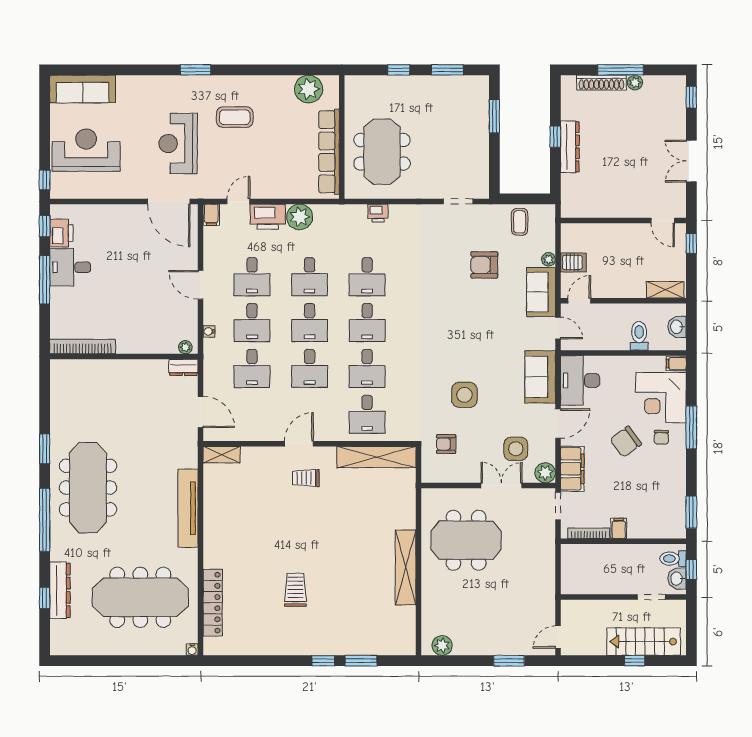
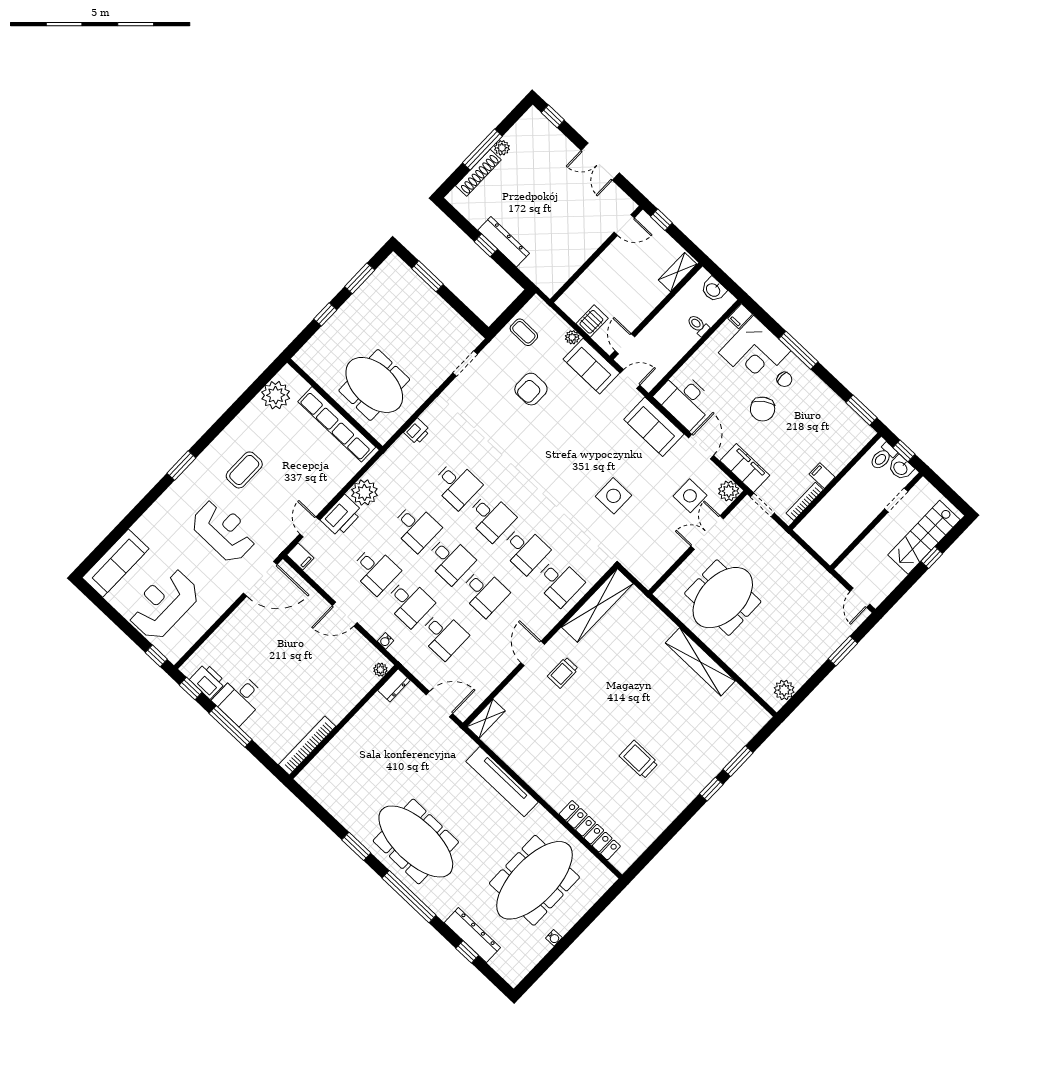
reception desk: (178, 143) -> (224, 531), turned 180
toilet: (639, 336) -> (698, 325), width x0.73, depth x0.72
armchair: (446, 444) -> (637, 544), removed
water cooler: (192, 650) -> (554, 938), moved

